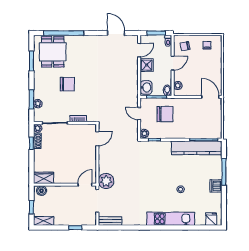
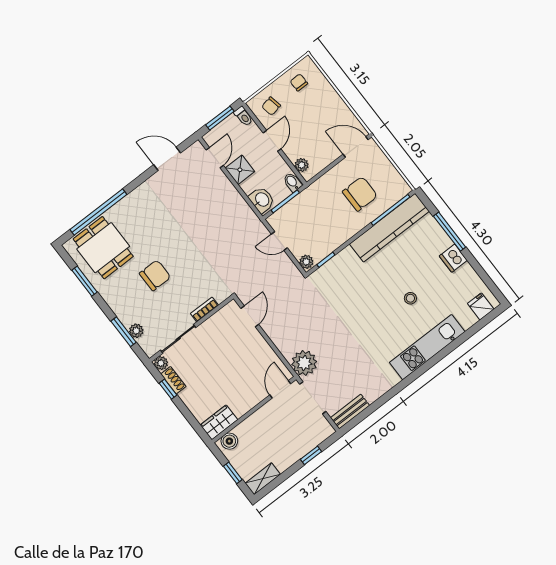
chair: (165, 114) -> (360, 194), moved

